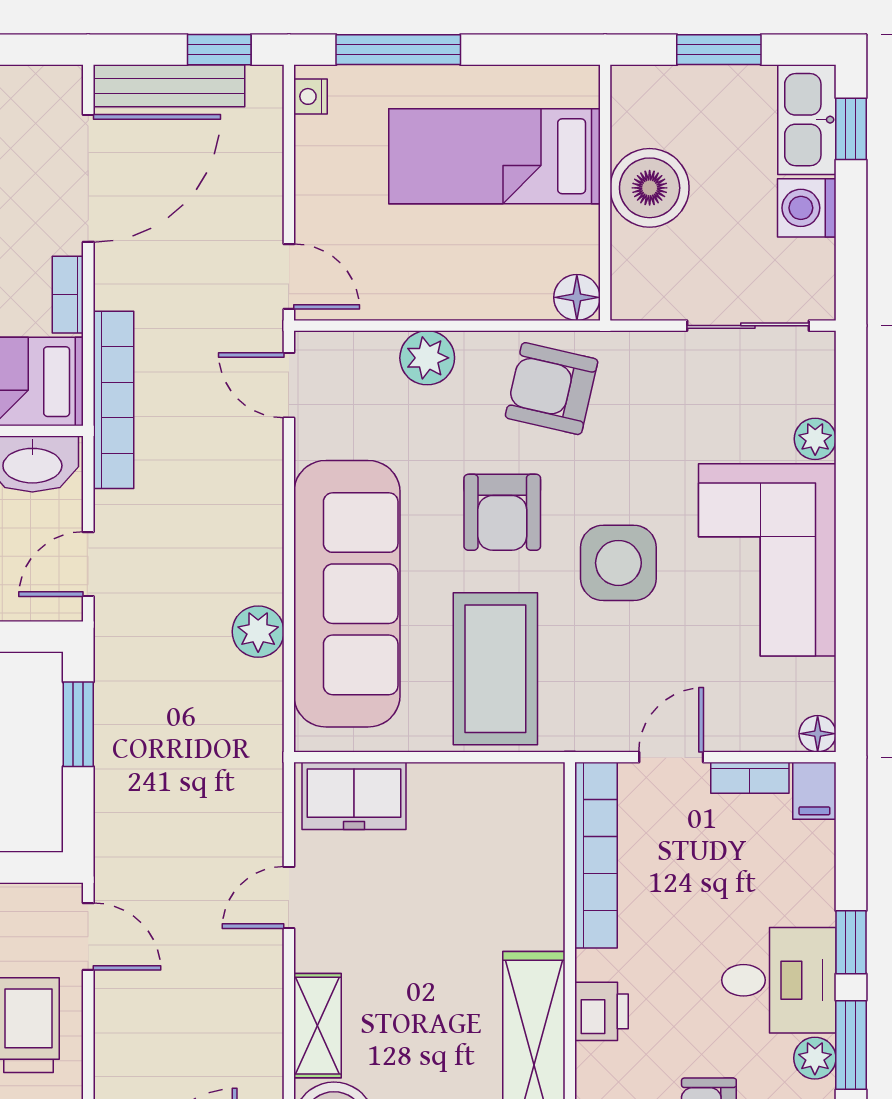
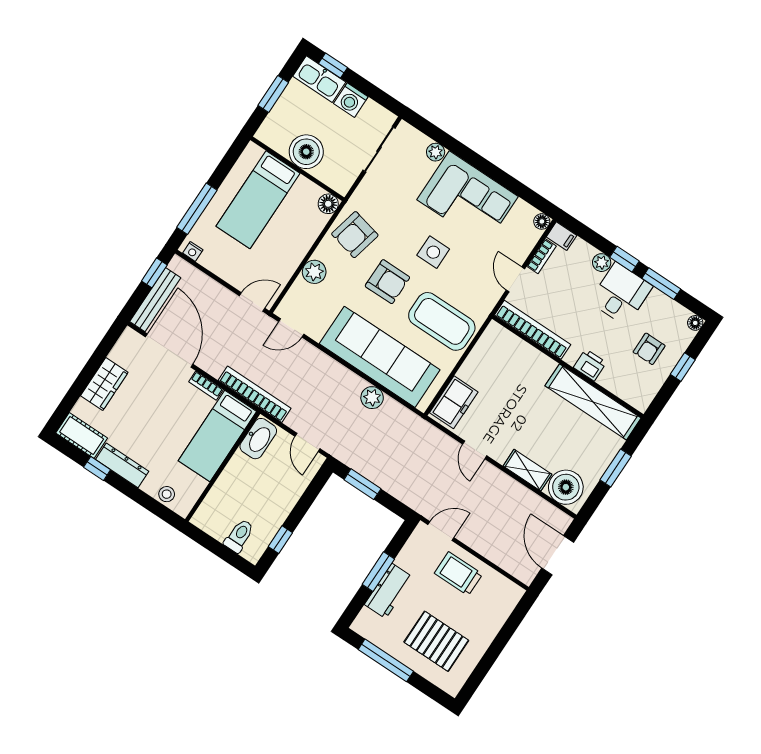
side table: (618, 563) -> (433, 252), width x0.73, depth x0.73
plant: (815, 1058) -> (602, 263), moved

